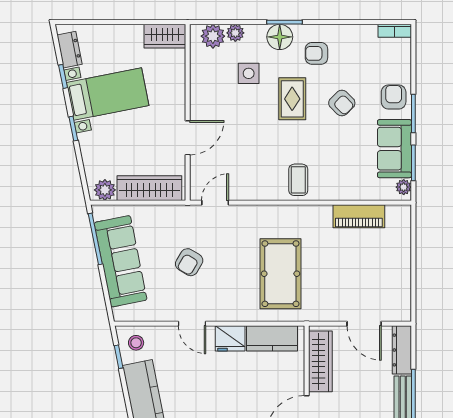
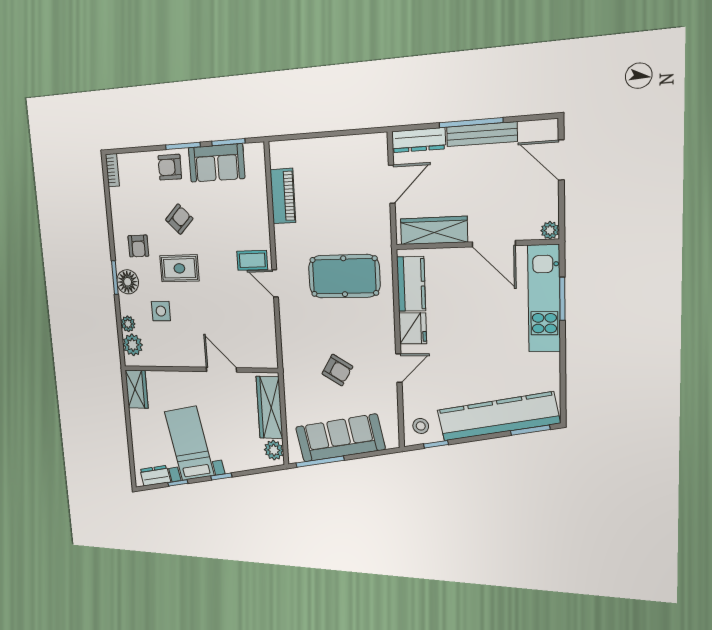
plant: (404, 187) -> (252, 151), removed
door: (215, 203) -> (275, 283), moved

